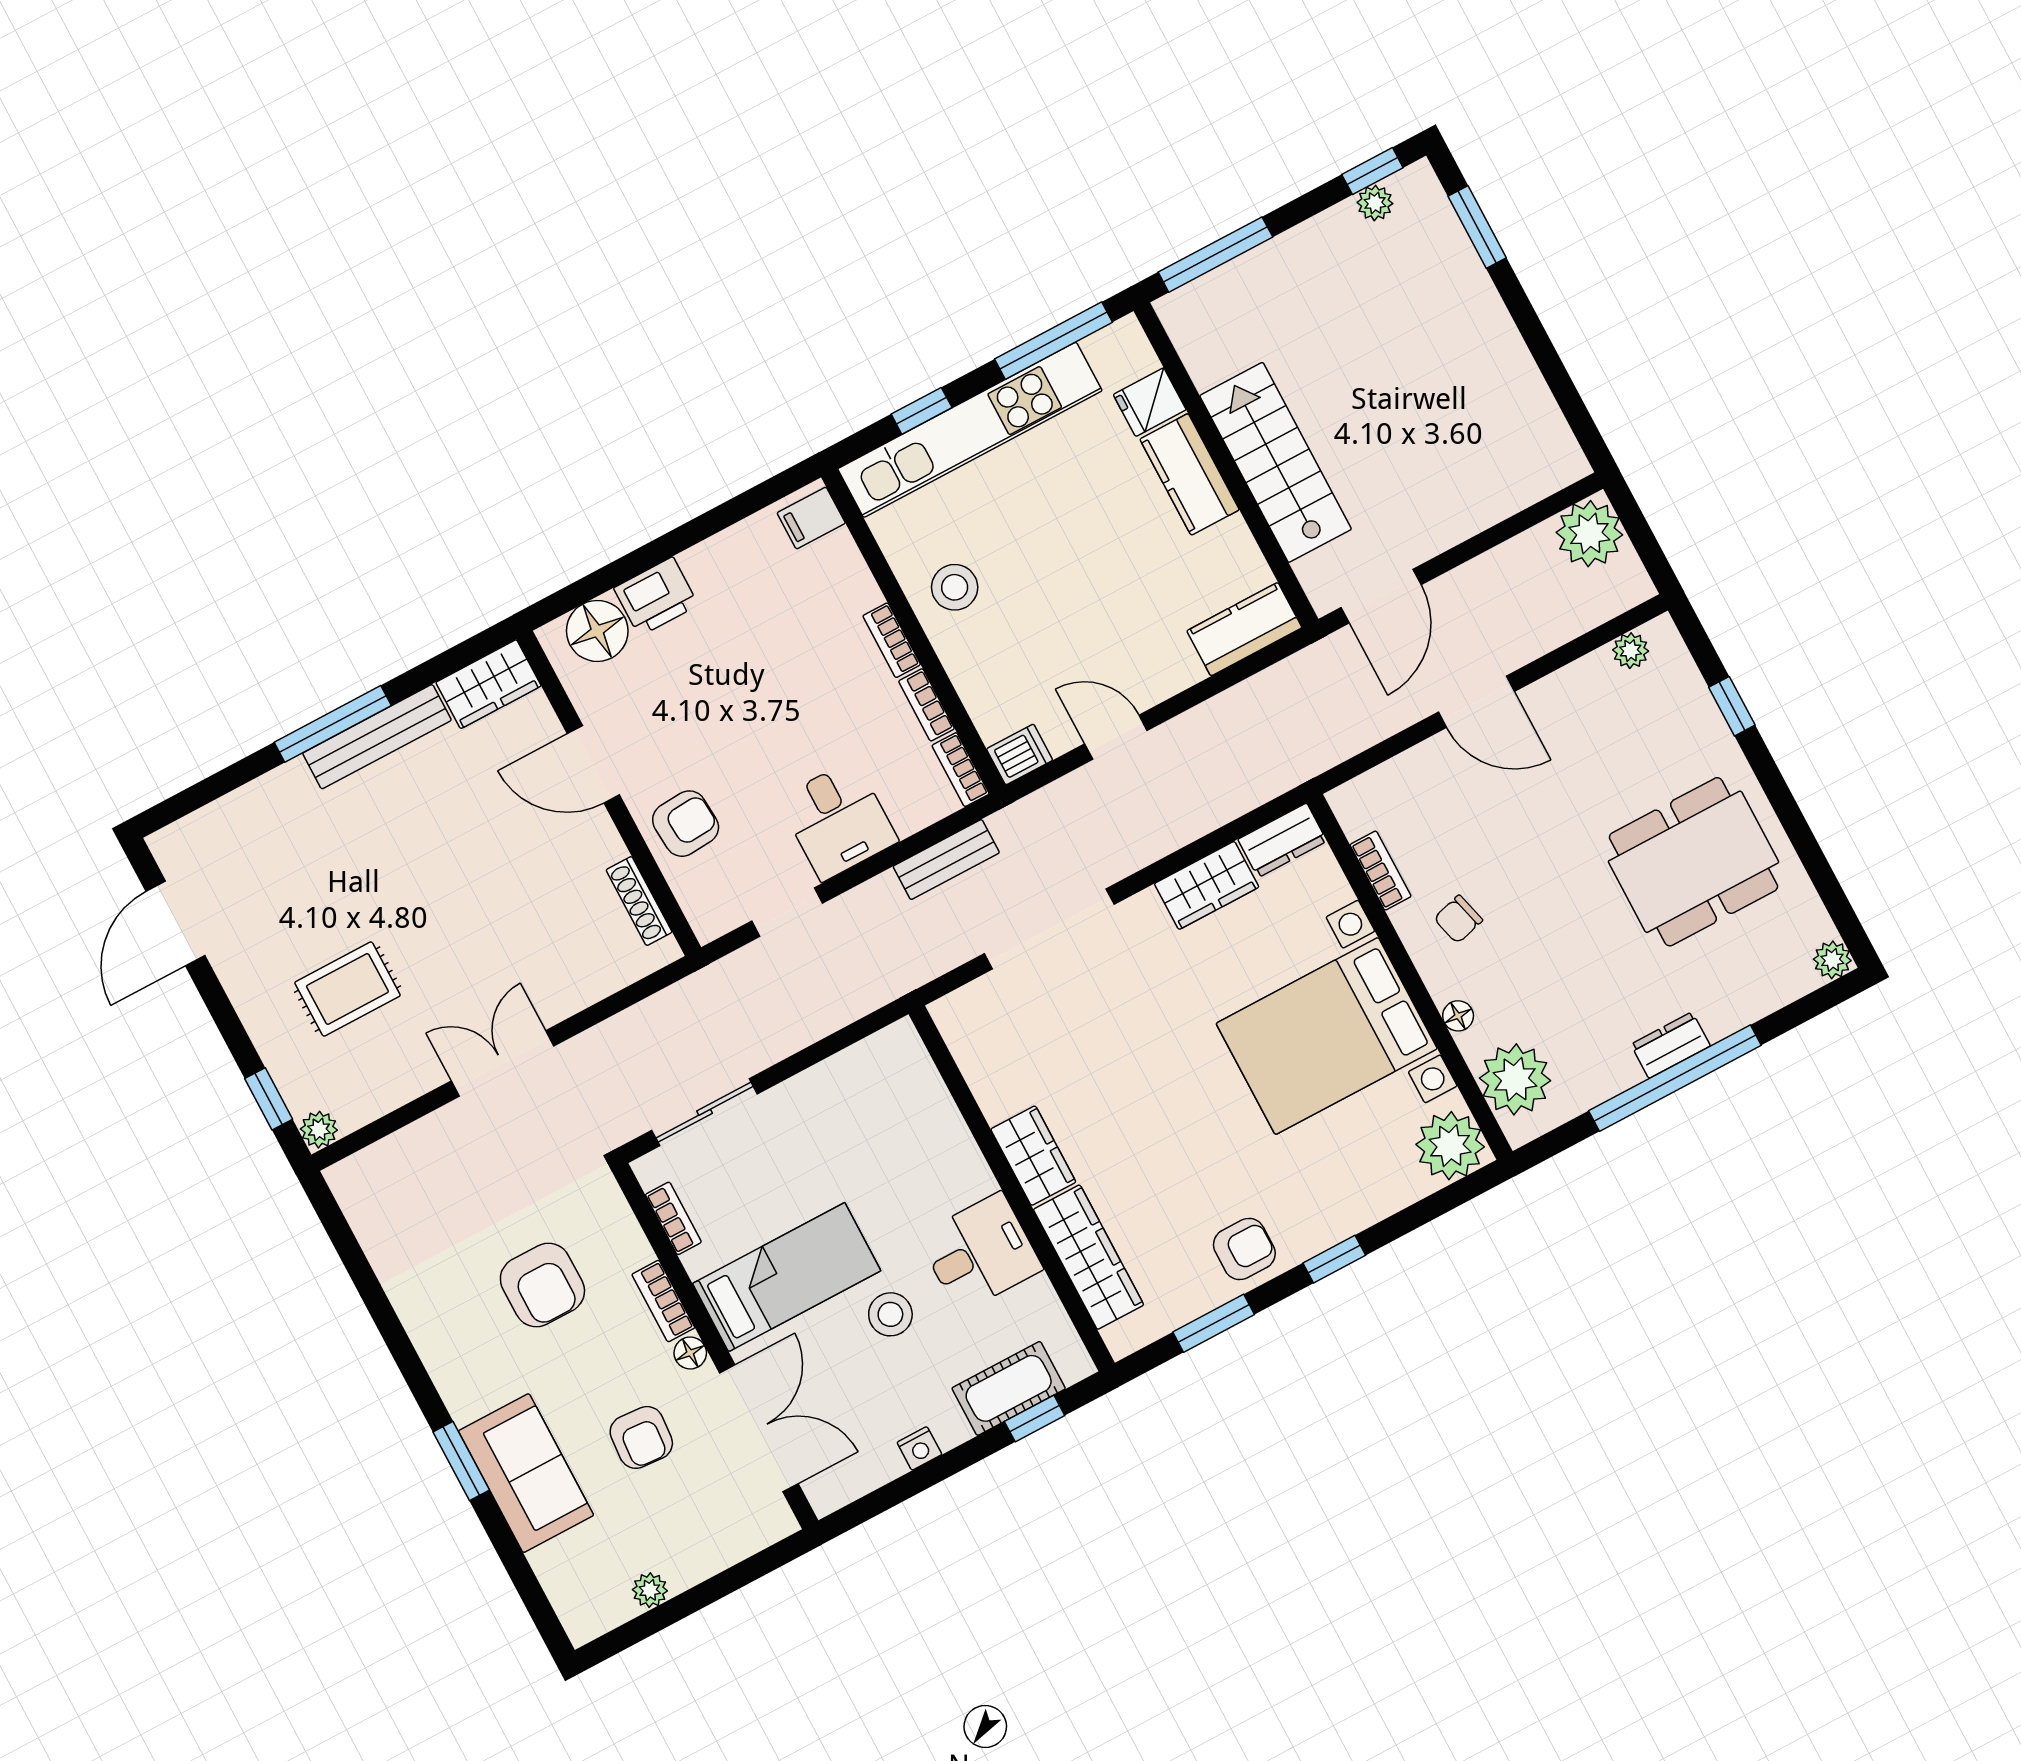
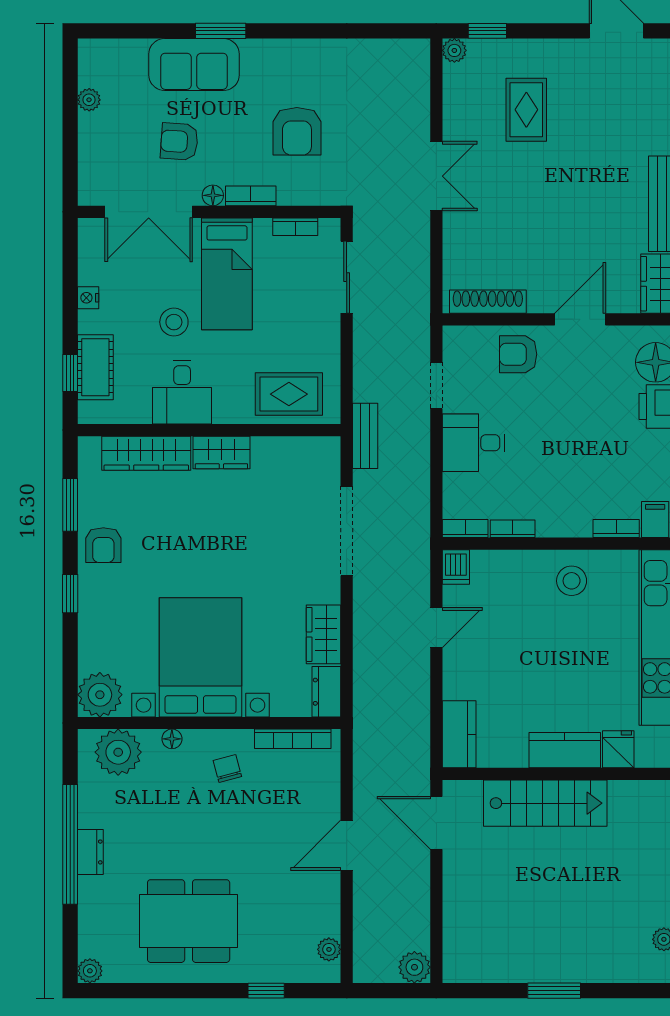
window: (1477, 227) -> (554, 991), moved
plant: (1589, 534) -> (414, 967), width x0.73, depth x0.73
bookcase: (892, 640) -> (616, 528), moved
armchair: (686, 824) -> (518, 354), turned 94
bench: (946, 860) -> (365, 436), moved
dining table: (1693, 862) -> (189, 921), turned 90
bookcase: (1381, 871) -> (293, 739), width x1.56
shoe rack: (639, 901) -> (488, 302), width x1.36, depth x1.24
rug: (905, 1106) -> (289, 394), added
armchair: (542, 1285) -> (297, 131), turned -90

